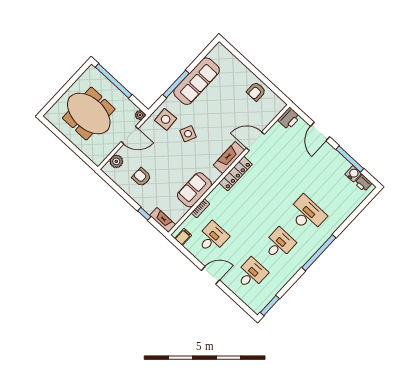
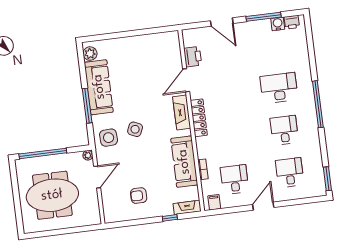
armchair: (256, 91) -> (147, 46), removed
printer: (289, 118) -> (193, 57), moved
plant: (116, 161) -> (90, 54), moved
sofa: (194, 190) -> (184, 162), width x1.36

